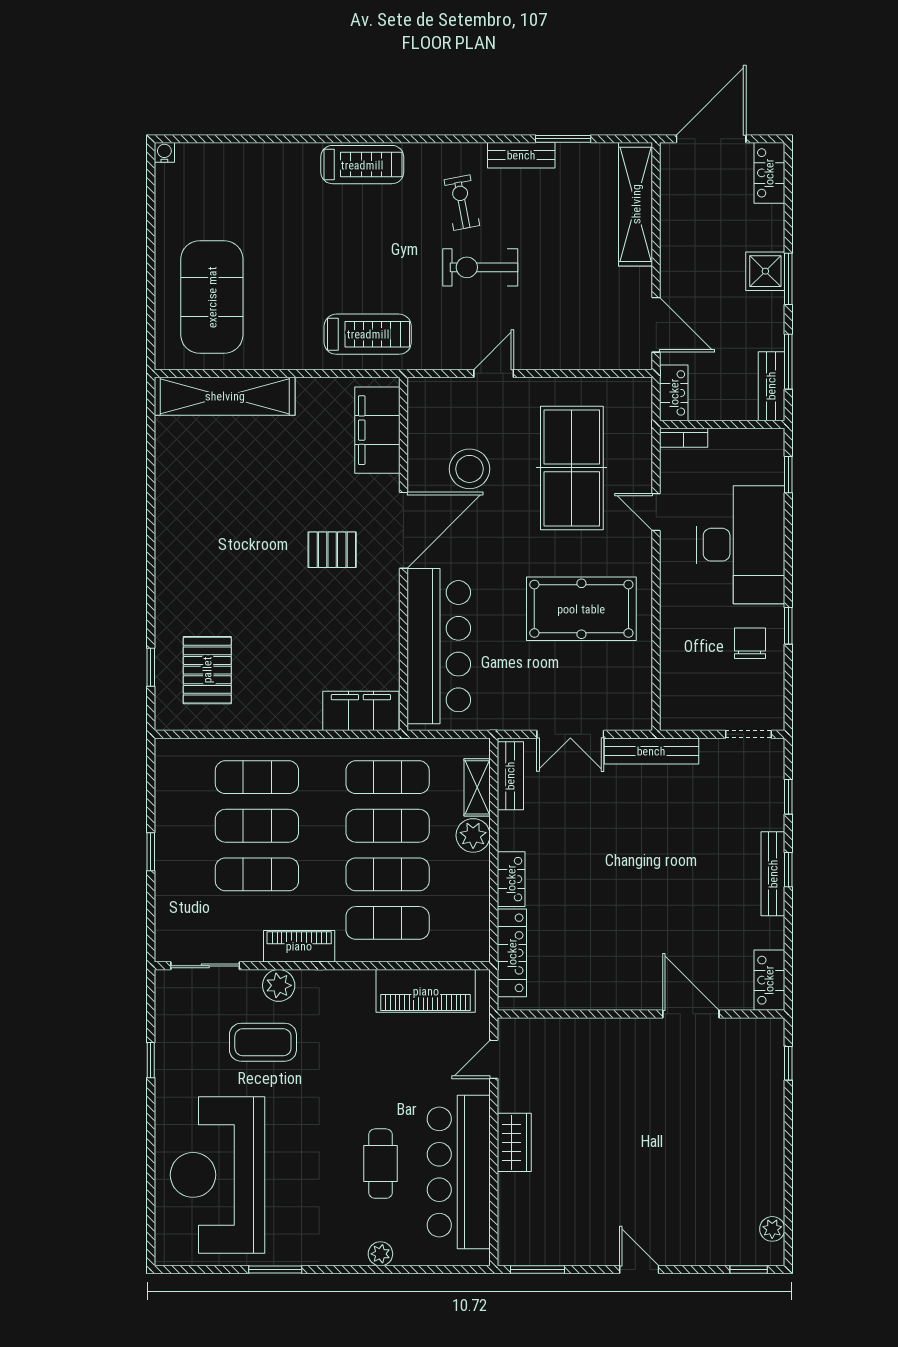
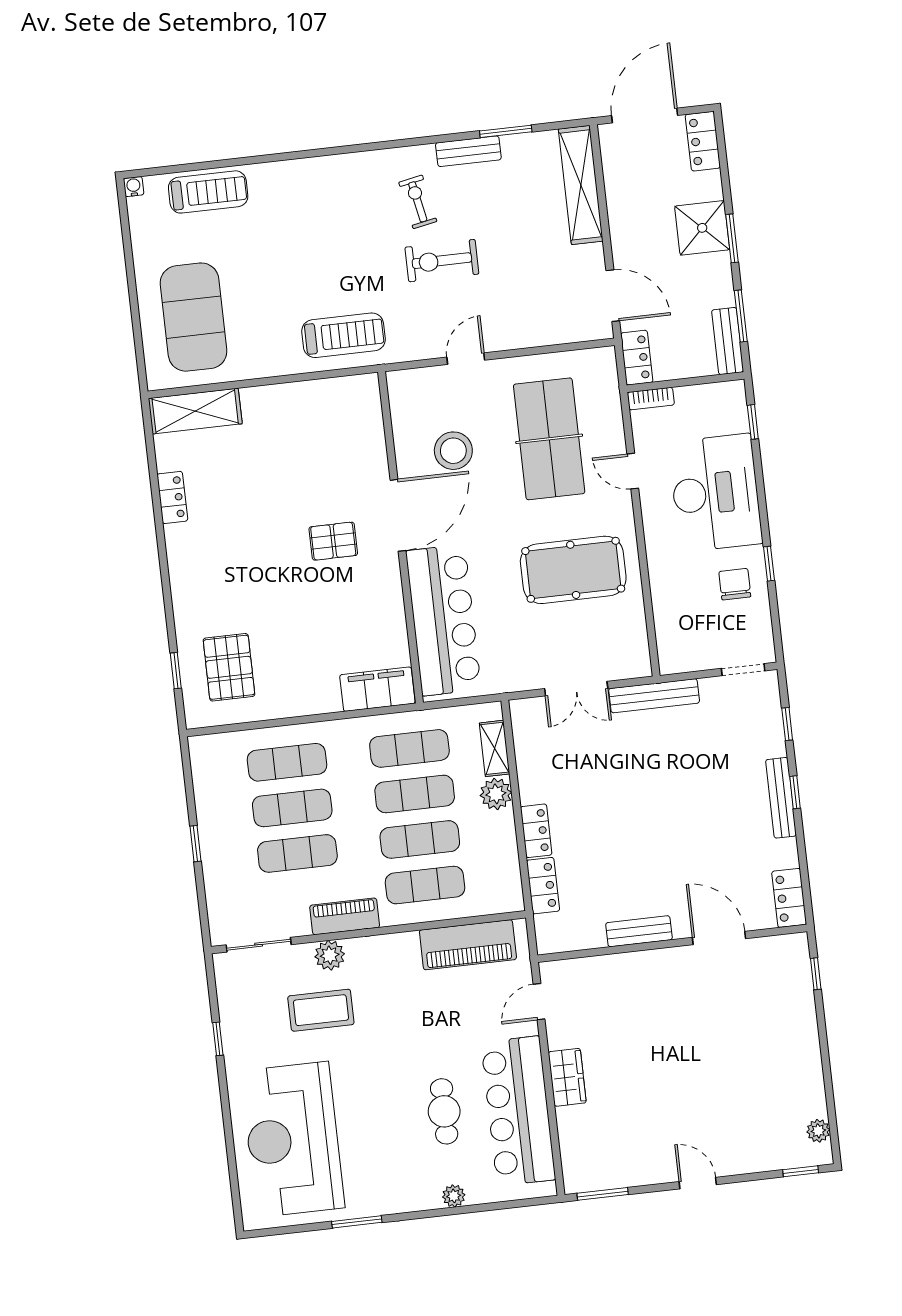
treadmill: (362, 165) -> (208, 192), moved
shower: (765, 271) -> (702, 228), width x1.36, depth x1.36
shelving: (225, 396) -> (195, 411), width x0.68
filing cabinet: (377, 430) -> (363, 424), removed
locker: (168, 484) -> (172, 497), added
bench: (510, 776) -> (639, 931), moved, turned 90
locker: (512, 953) -> (543, 886), width x0.66

